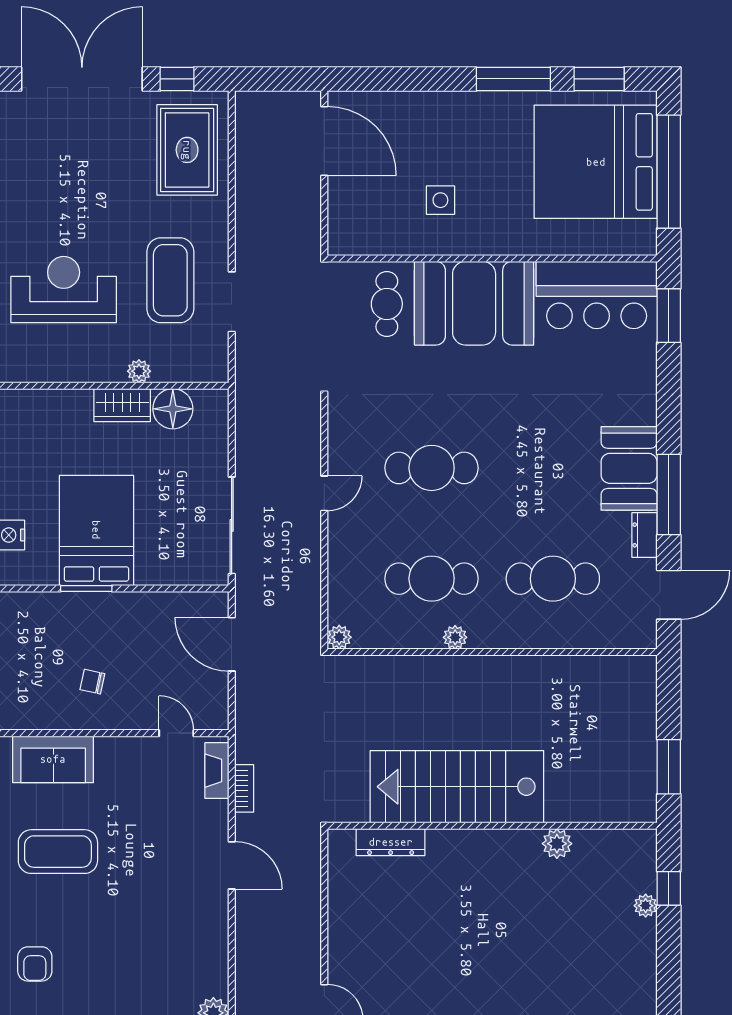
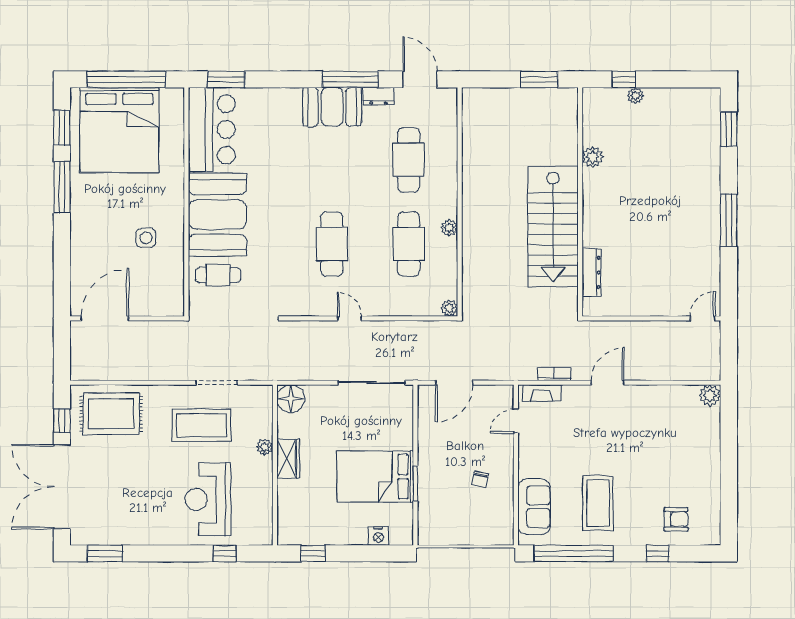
floor lamp: (173, 409) -> (291, 399), moved

